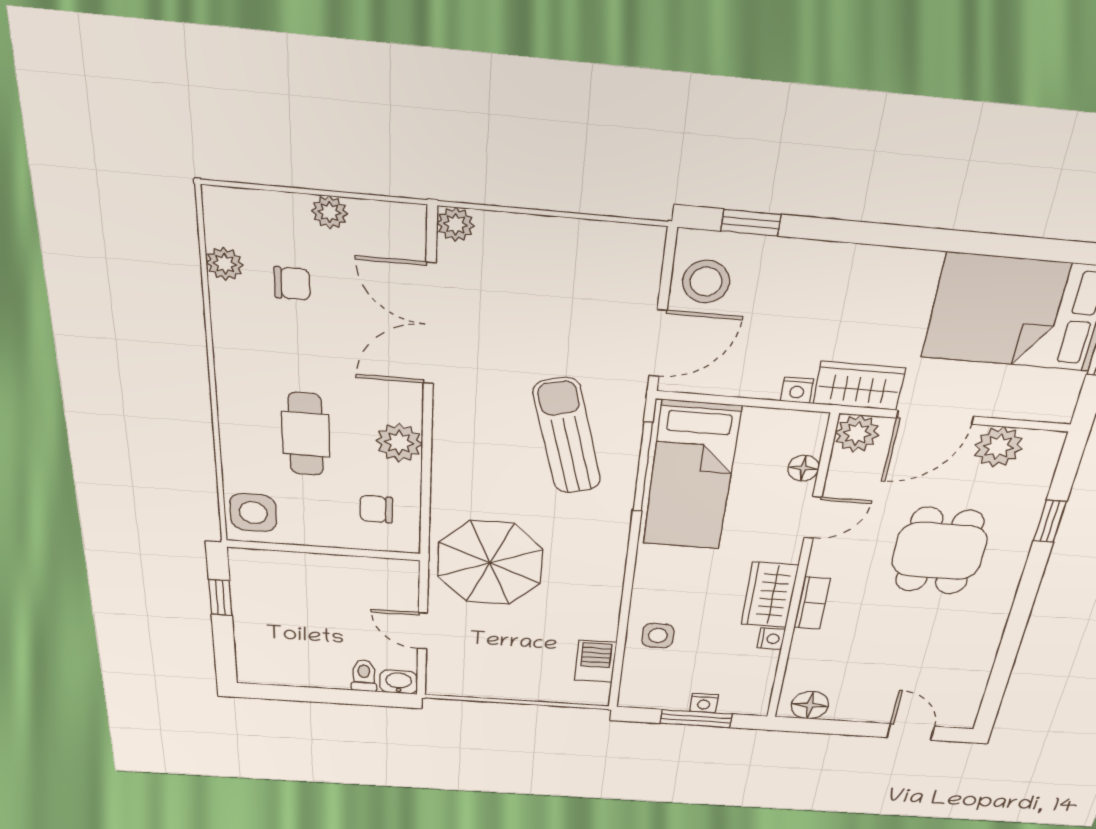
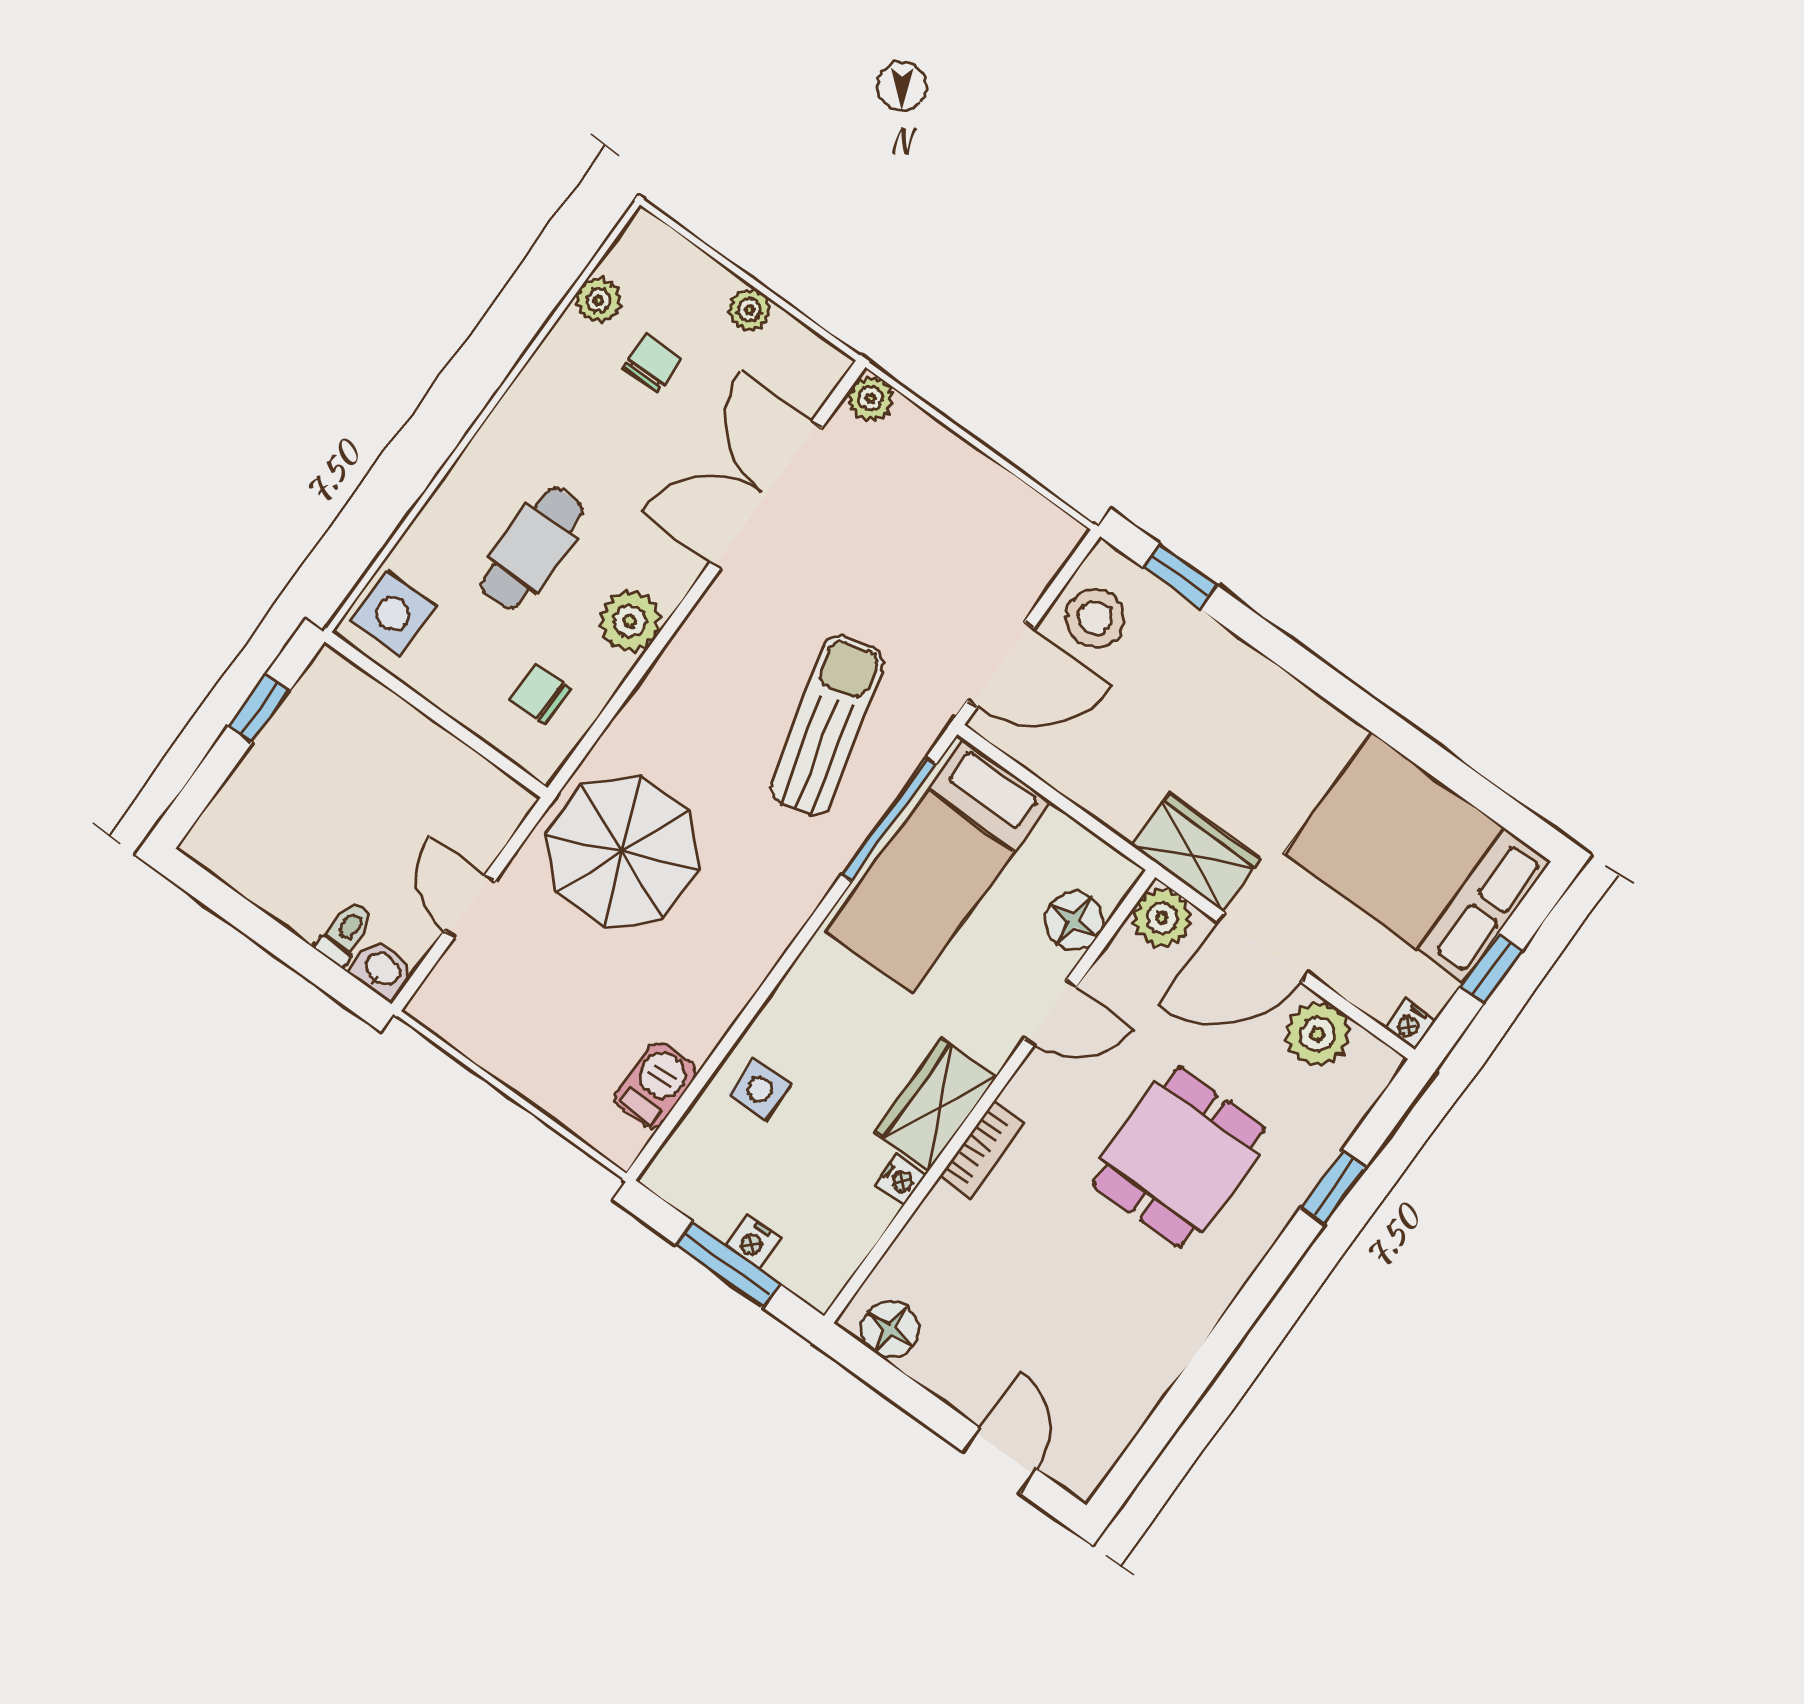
chair: (292, 284) -> (653, 363), turned -90
nightstand: (797, 390) -> (1410, 1024), moved
floor lamp: (803, 468) -> (1074, 921), width x1.37, depth x1.37

